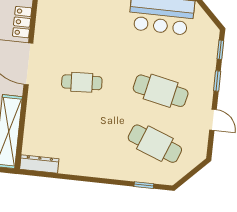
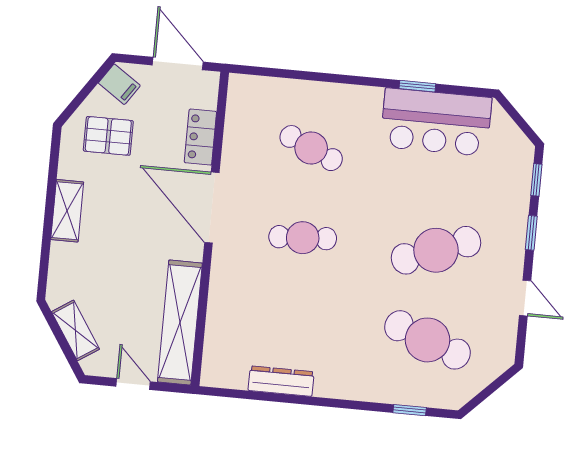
cafe table: (87, 29) -> (311, 148), added
cafe table: (161, 91) -> (436, 250), turned -33
dresser: (39, 164) -> (281, 381), moved

